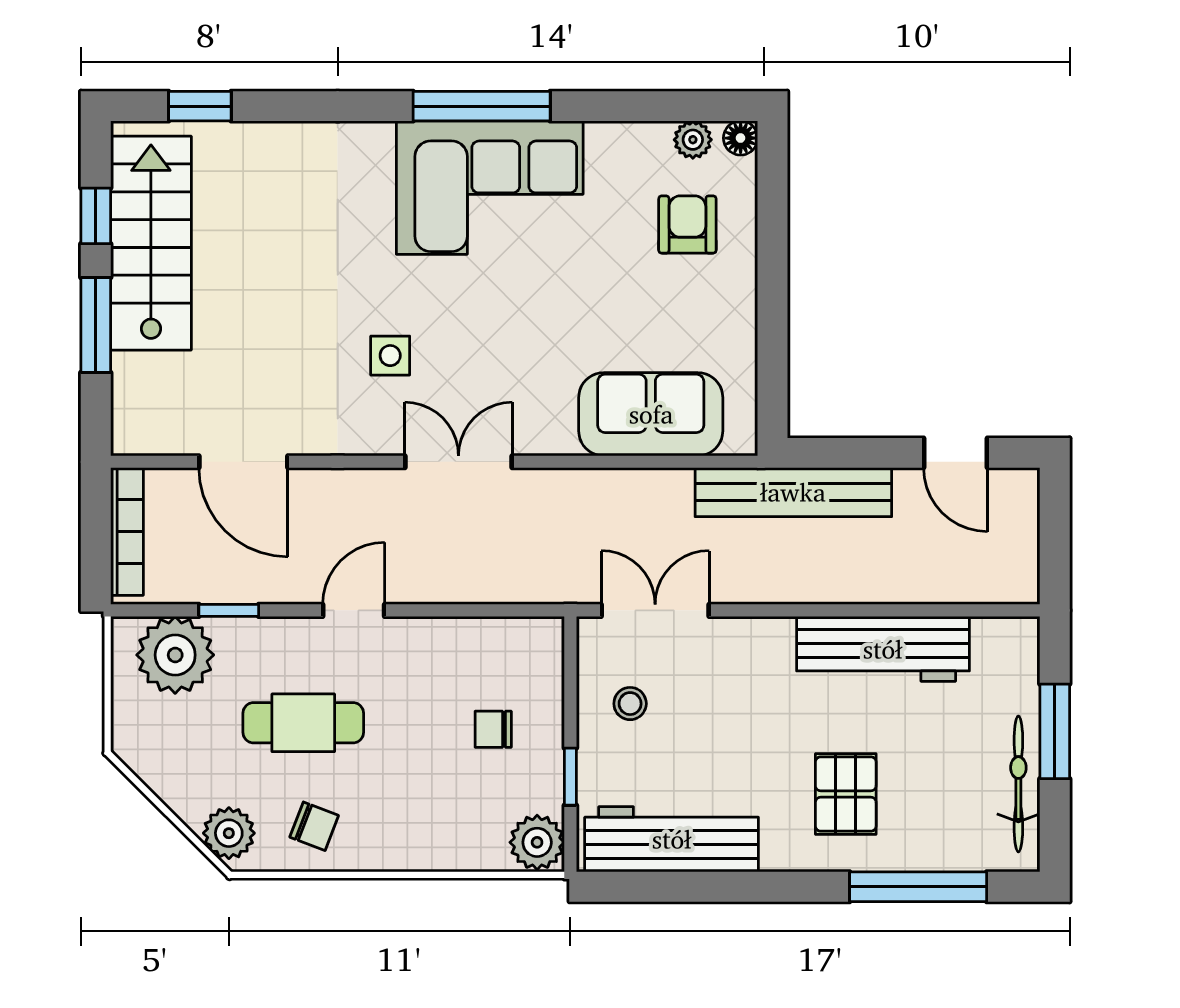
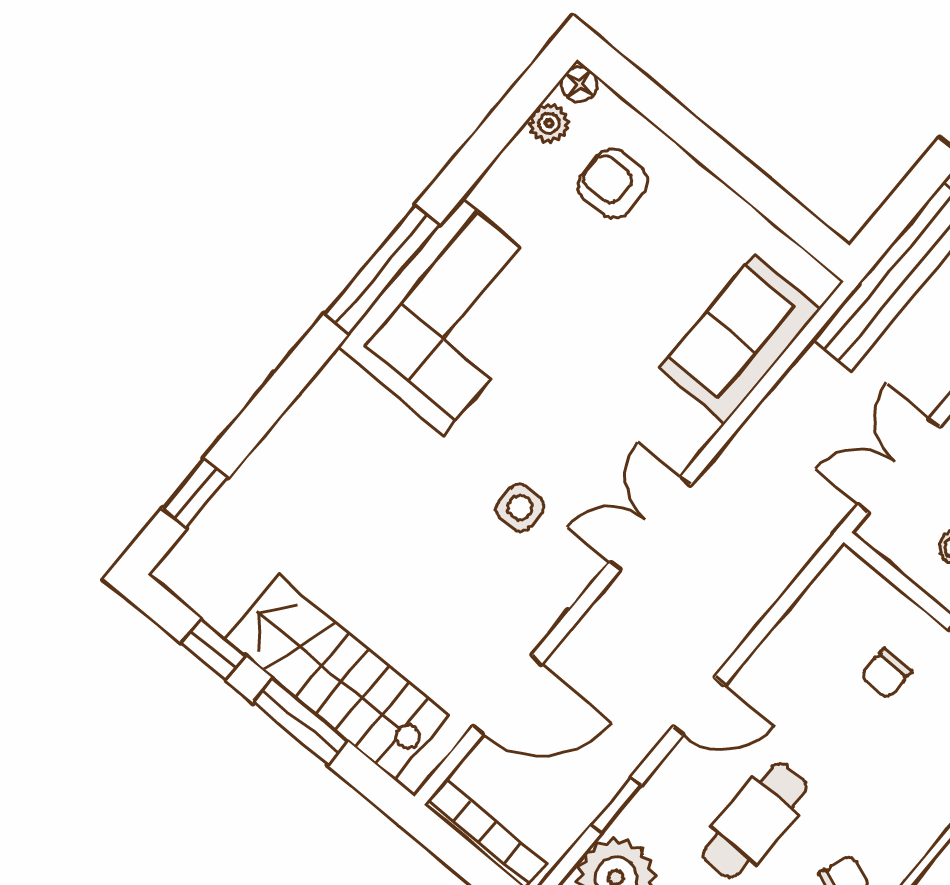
stairs: (151, 243) -> (336, 677), moved
door: (354, 610) -> (699, 706), swing flipped

